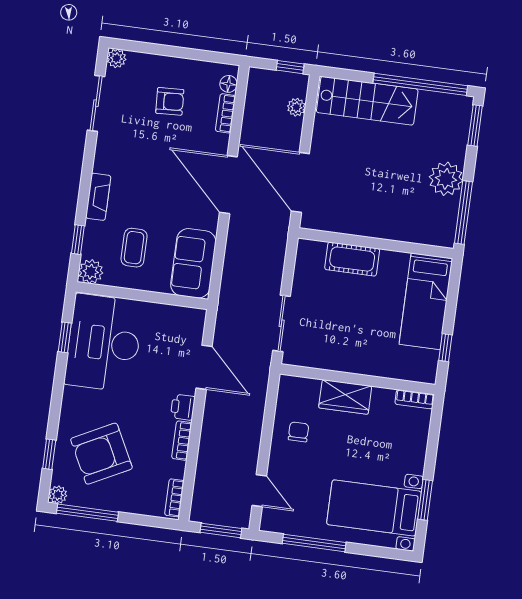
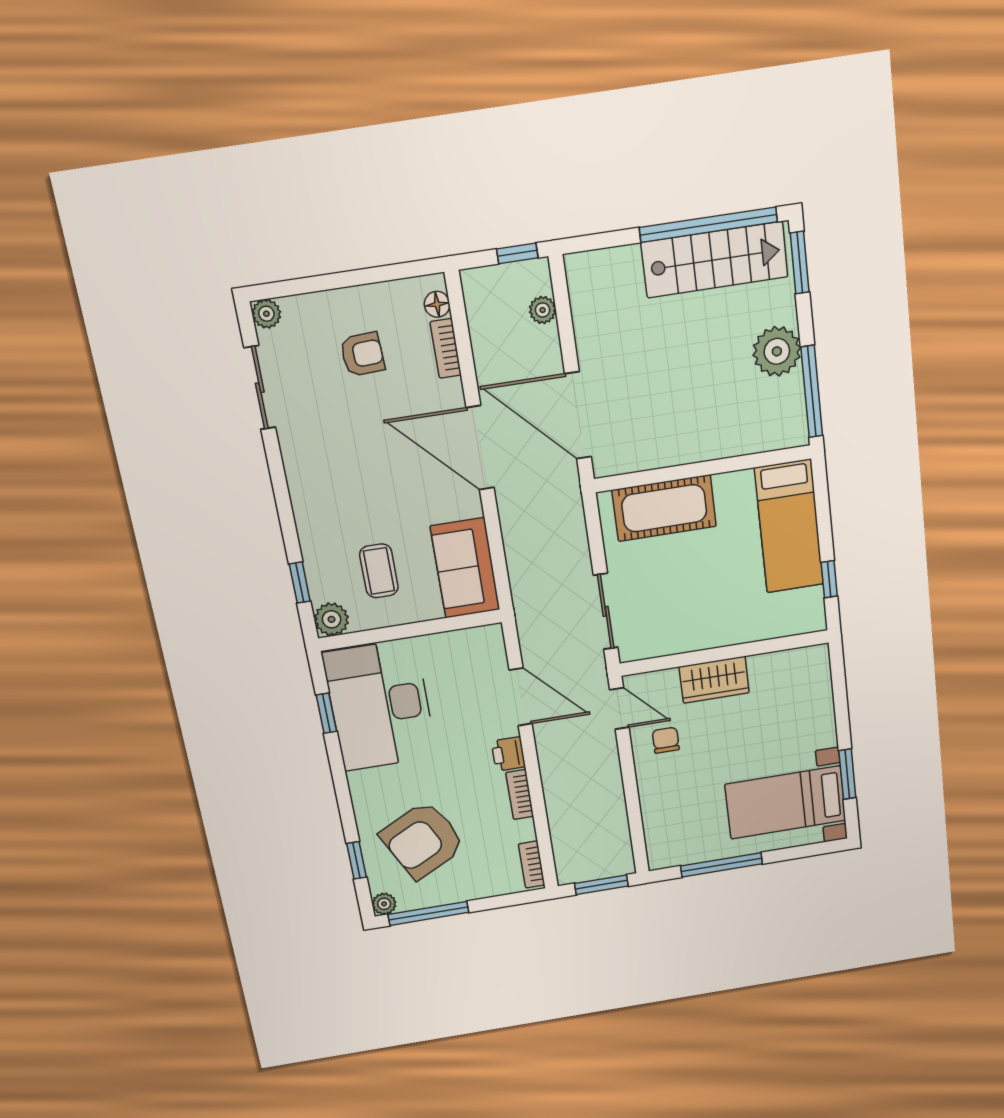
stairs: (367, 101) -> (715, 260), moved
fireplace: (98, 197) -> (307, 517), removed
cot: (352, 259) -> (664, 508), width x1.37, depth x1.34
bookcase: (415, 399) -> (805, 656), removed
door: (259, 491) -> (619, 708), moved

